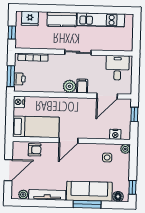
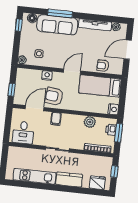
plant: (70, 86) -> (90, 122), moved
armchair: (86, 111) -> (54, 96), added
nightstand: (115, 134) -> (47, 75), moved

